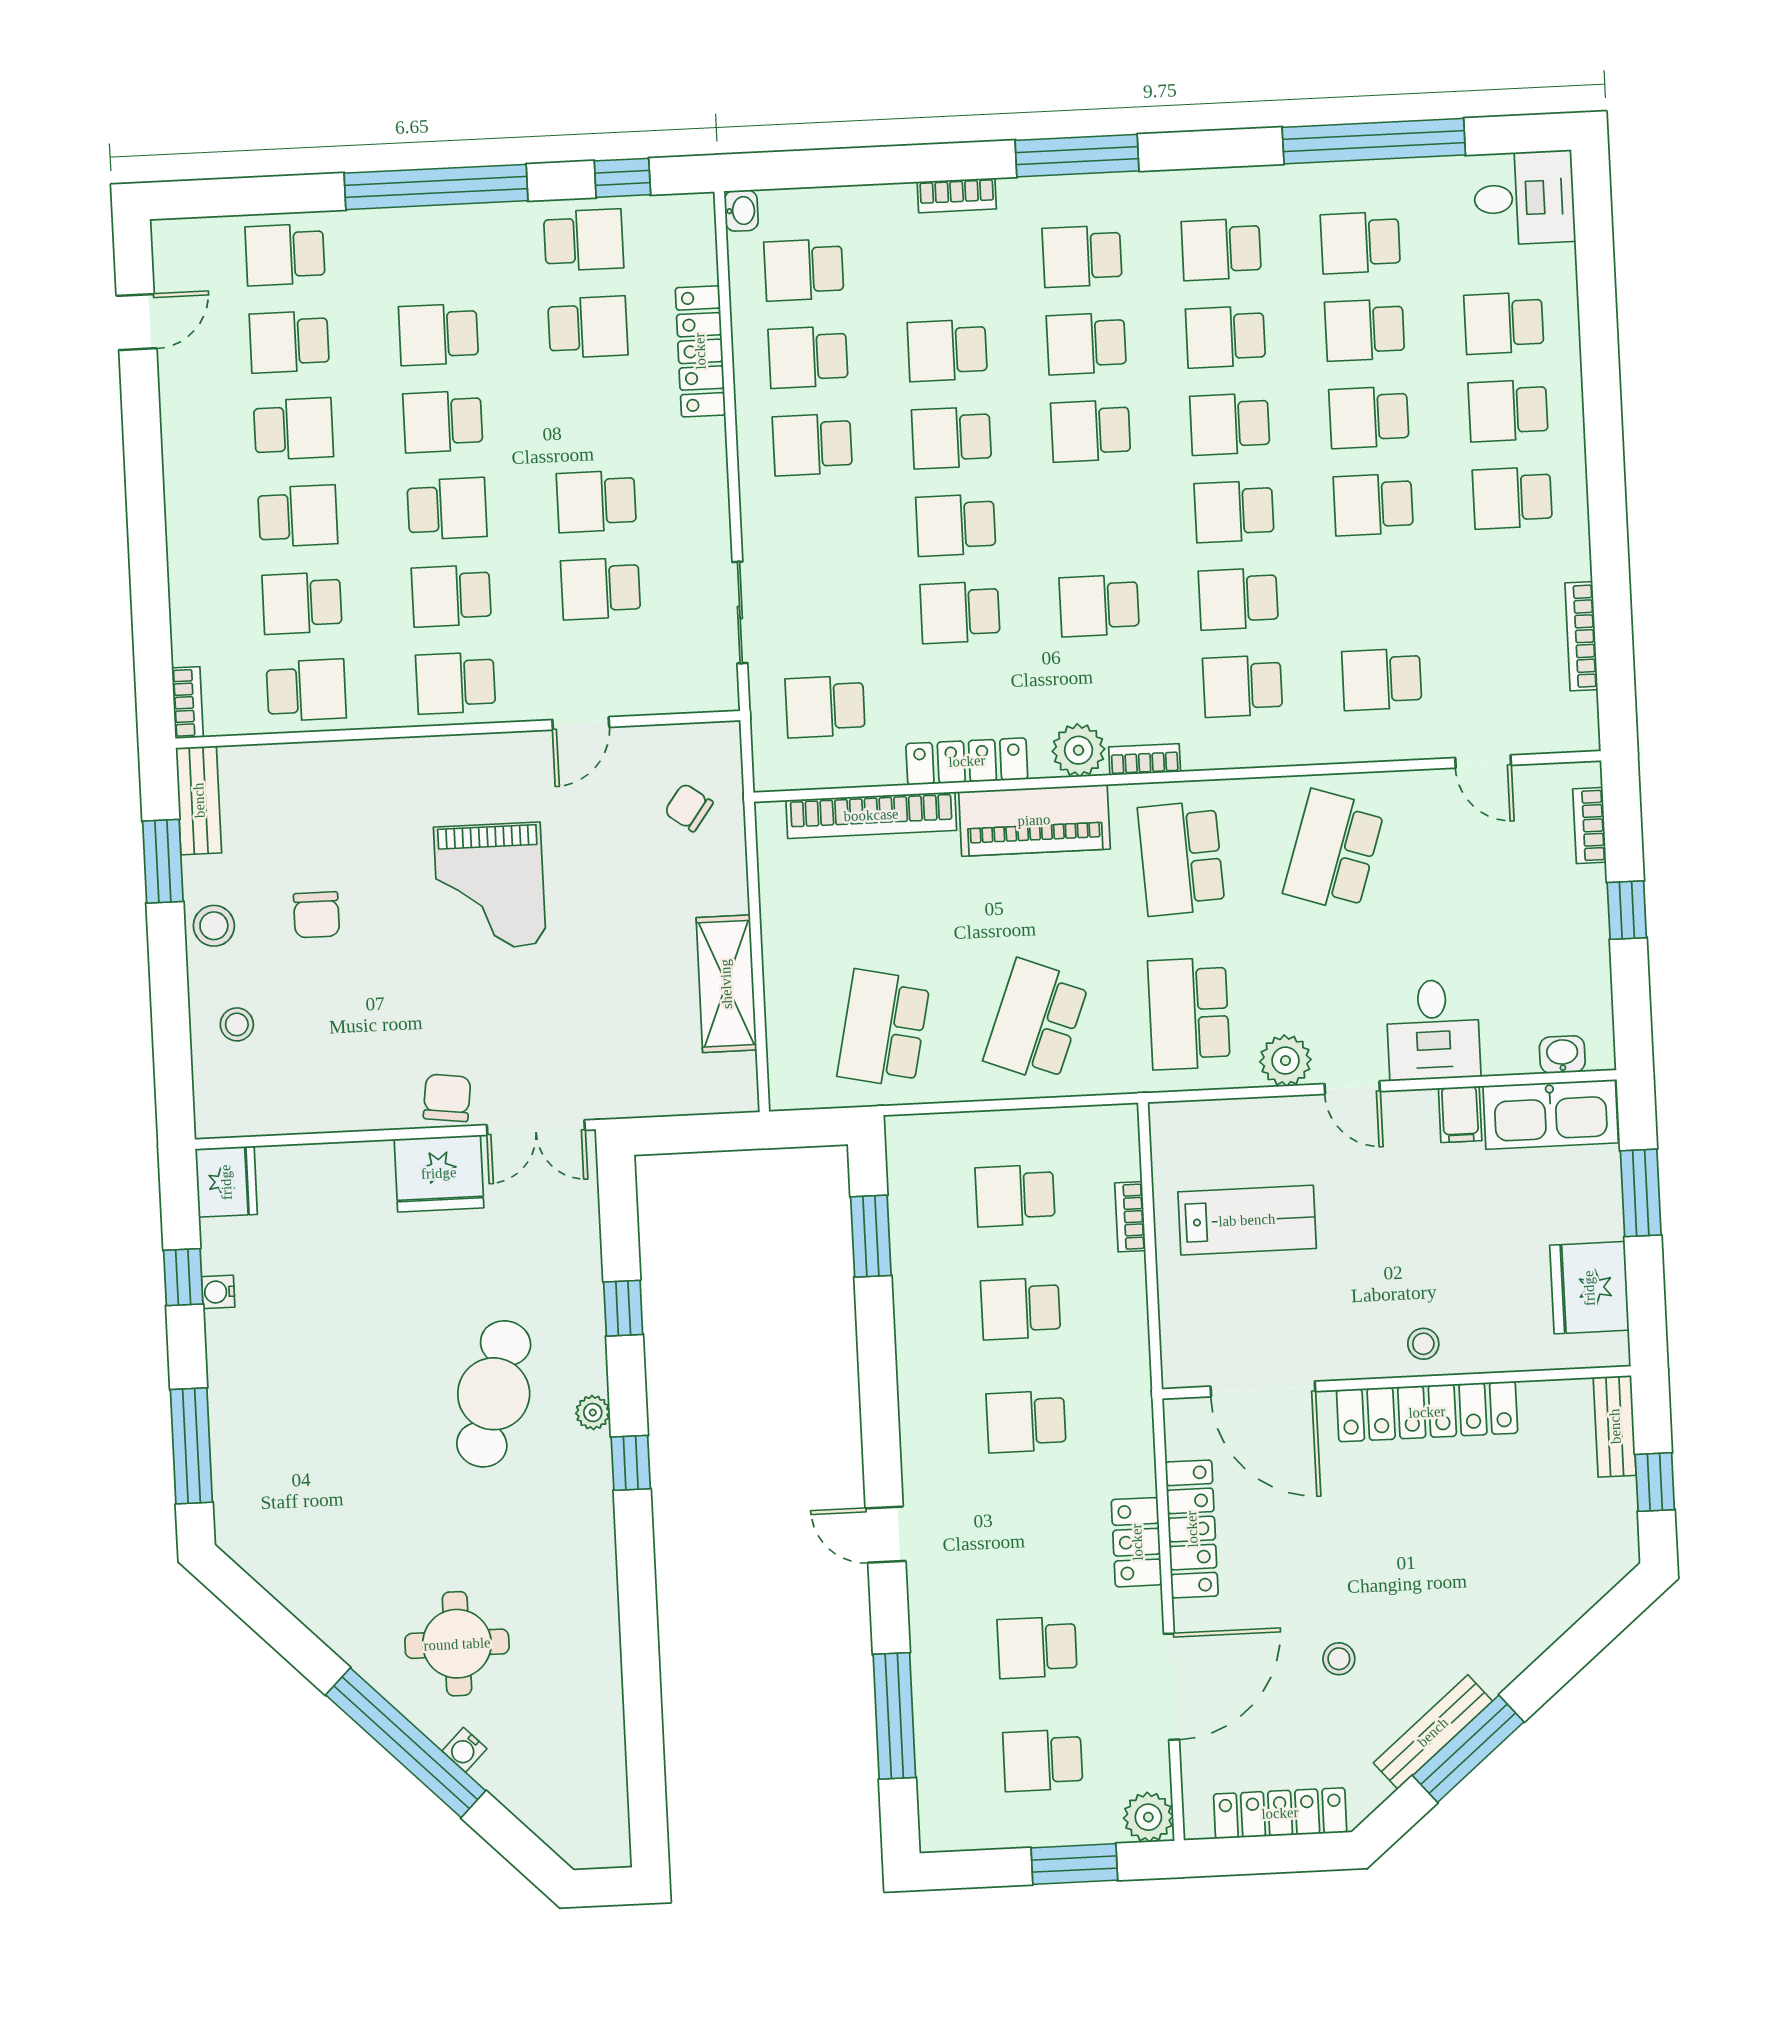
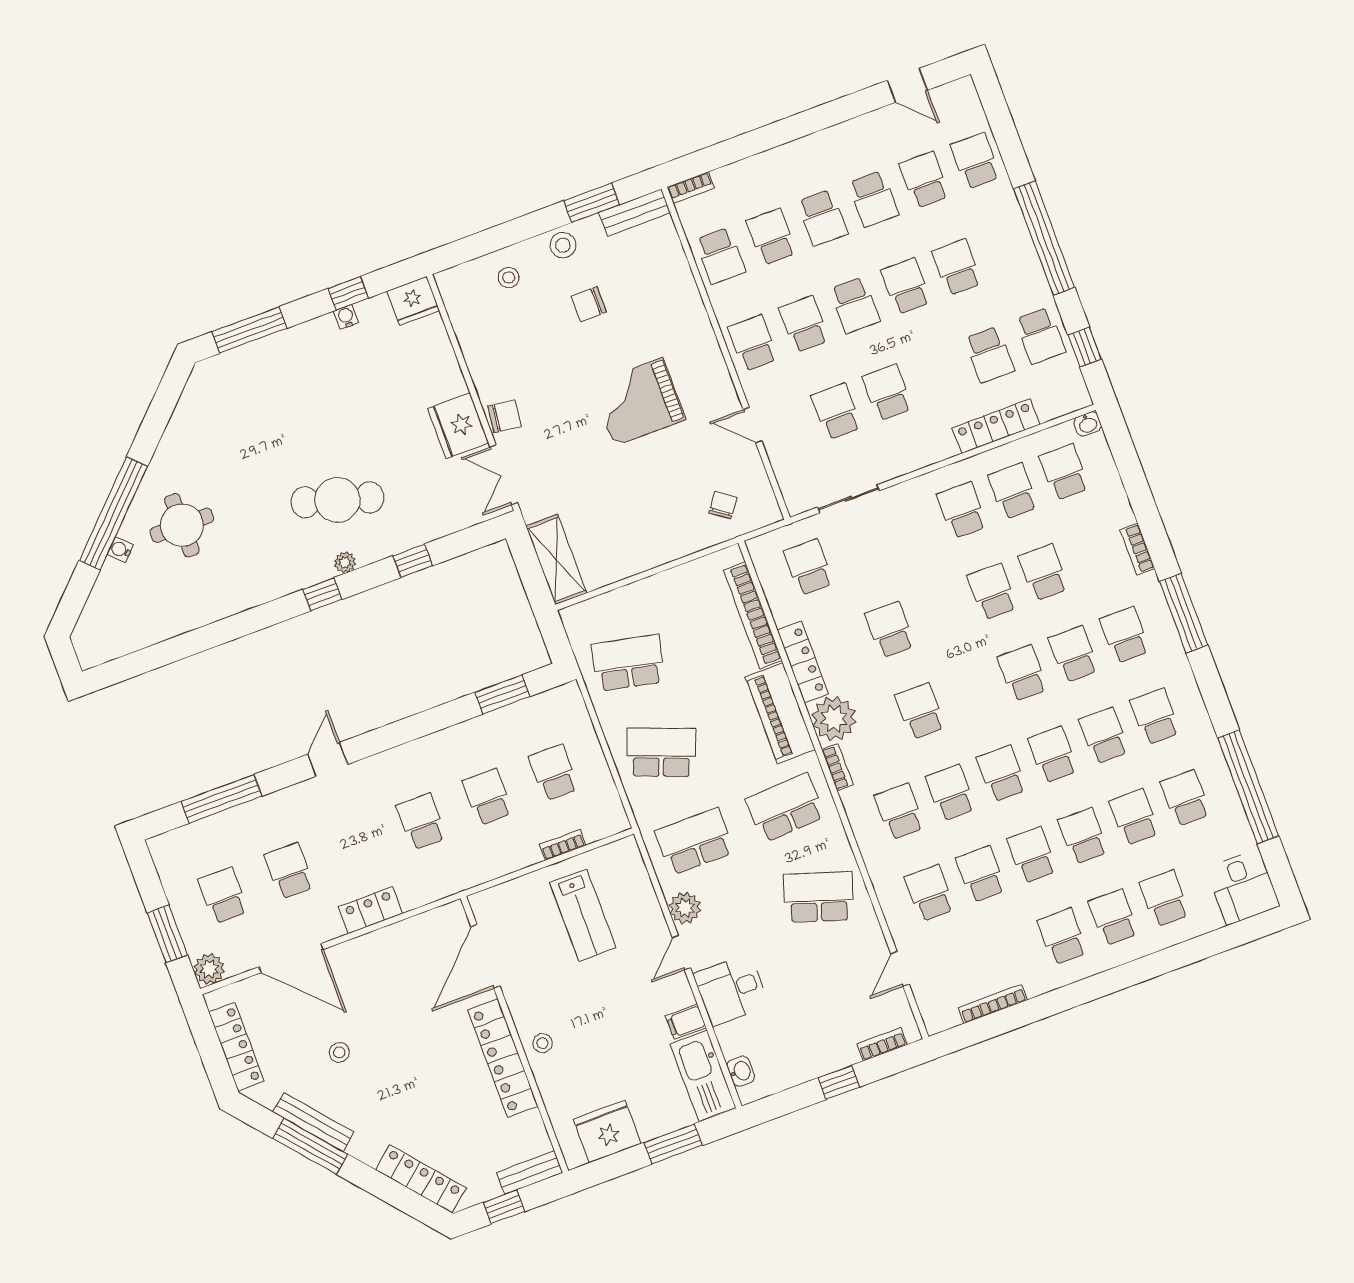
school desk: (956, 525) -> (981, 874), moved
plant: (1079, 750) -> (834, 718), width x1.36, depth x1.36
shelving: (726, 984) -> (556, 560), moved, turned 90
locker: (1192, 1529) -> (421, 1179), moved, turned -130

